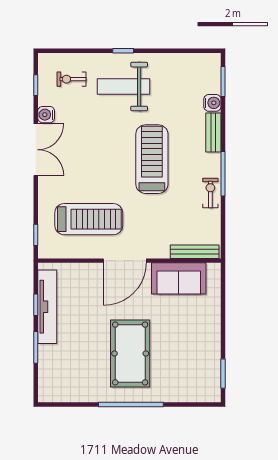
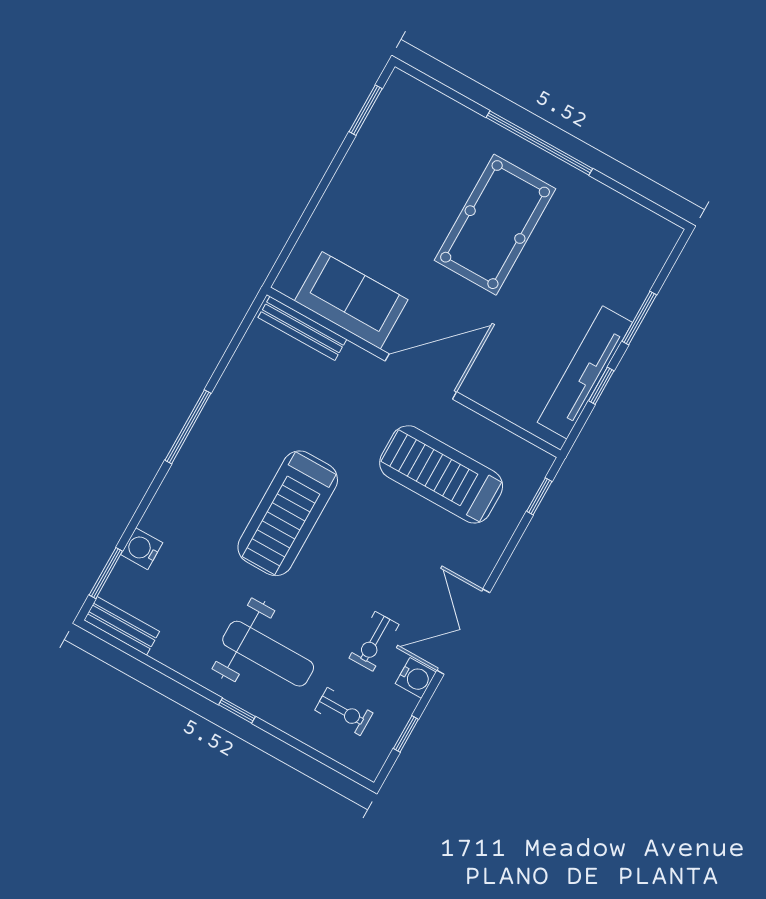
bench: (213, 132) -> (122, 626), moved, turned 90
exercise bike: (210, 193) -> (374, 641), moved

